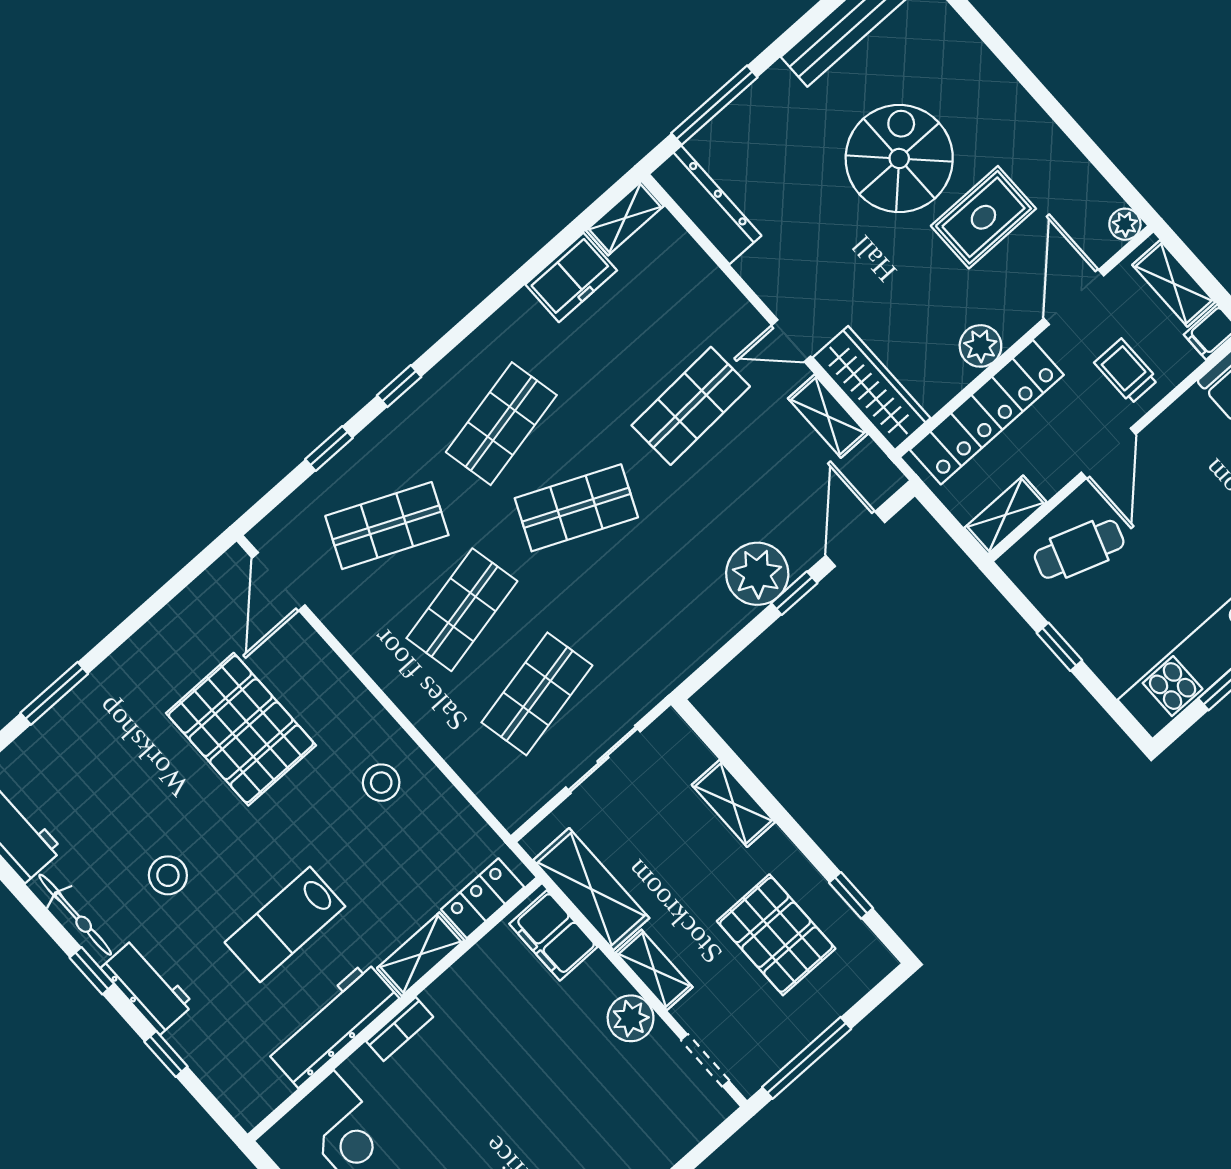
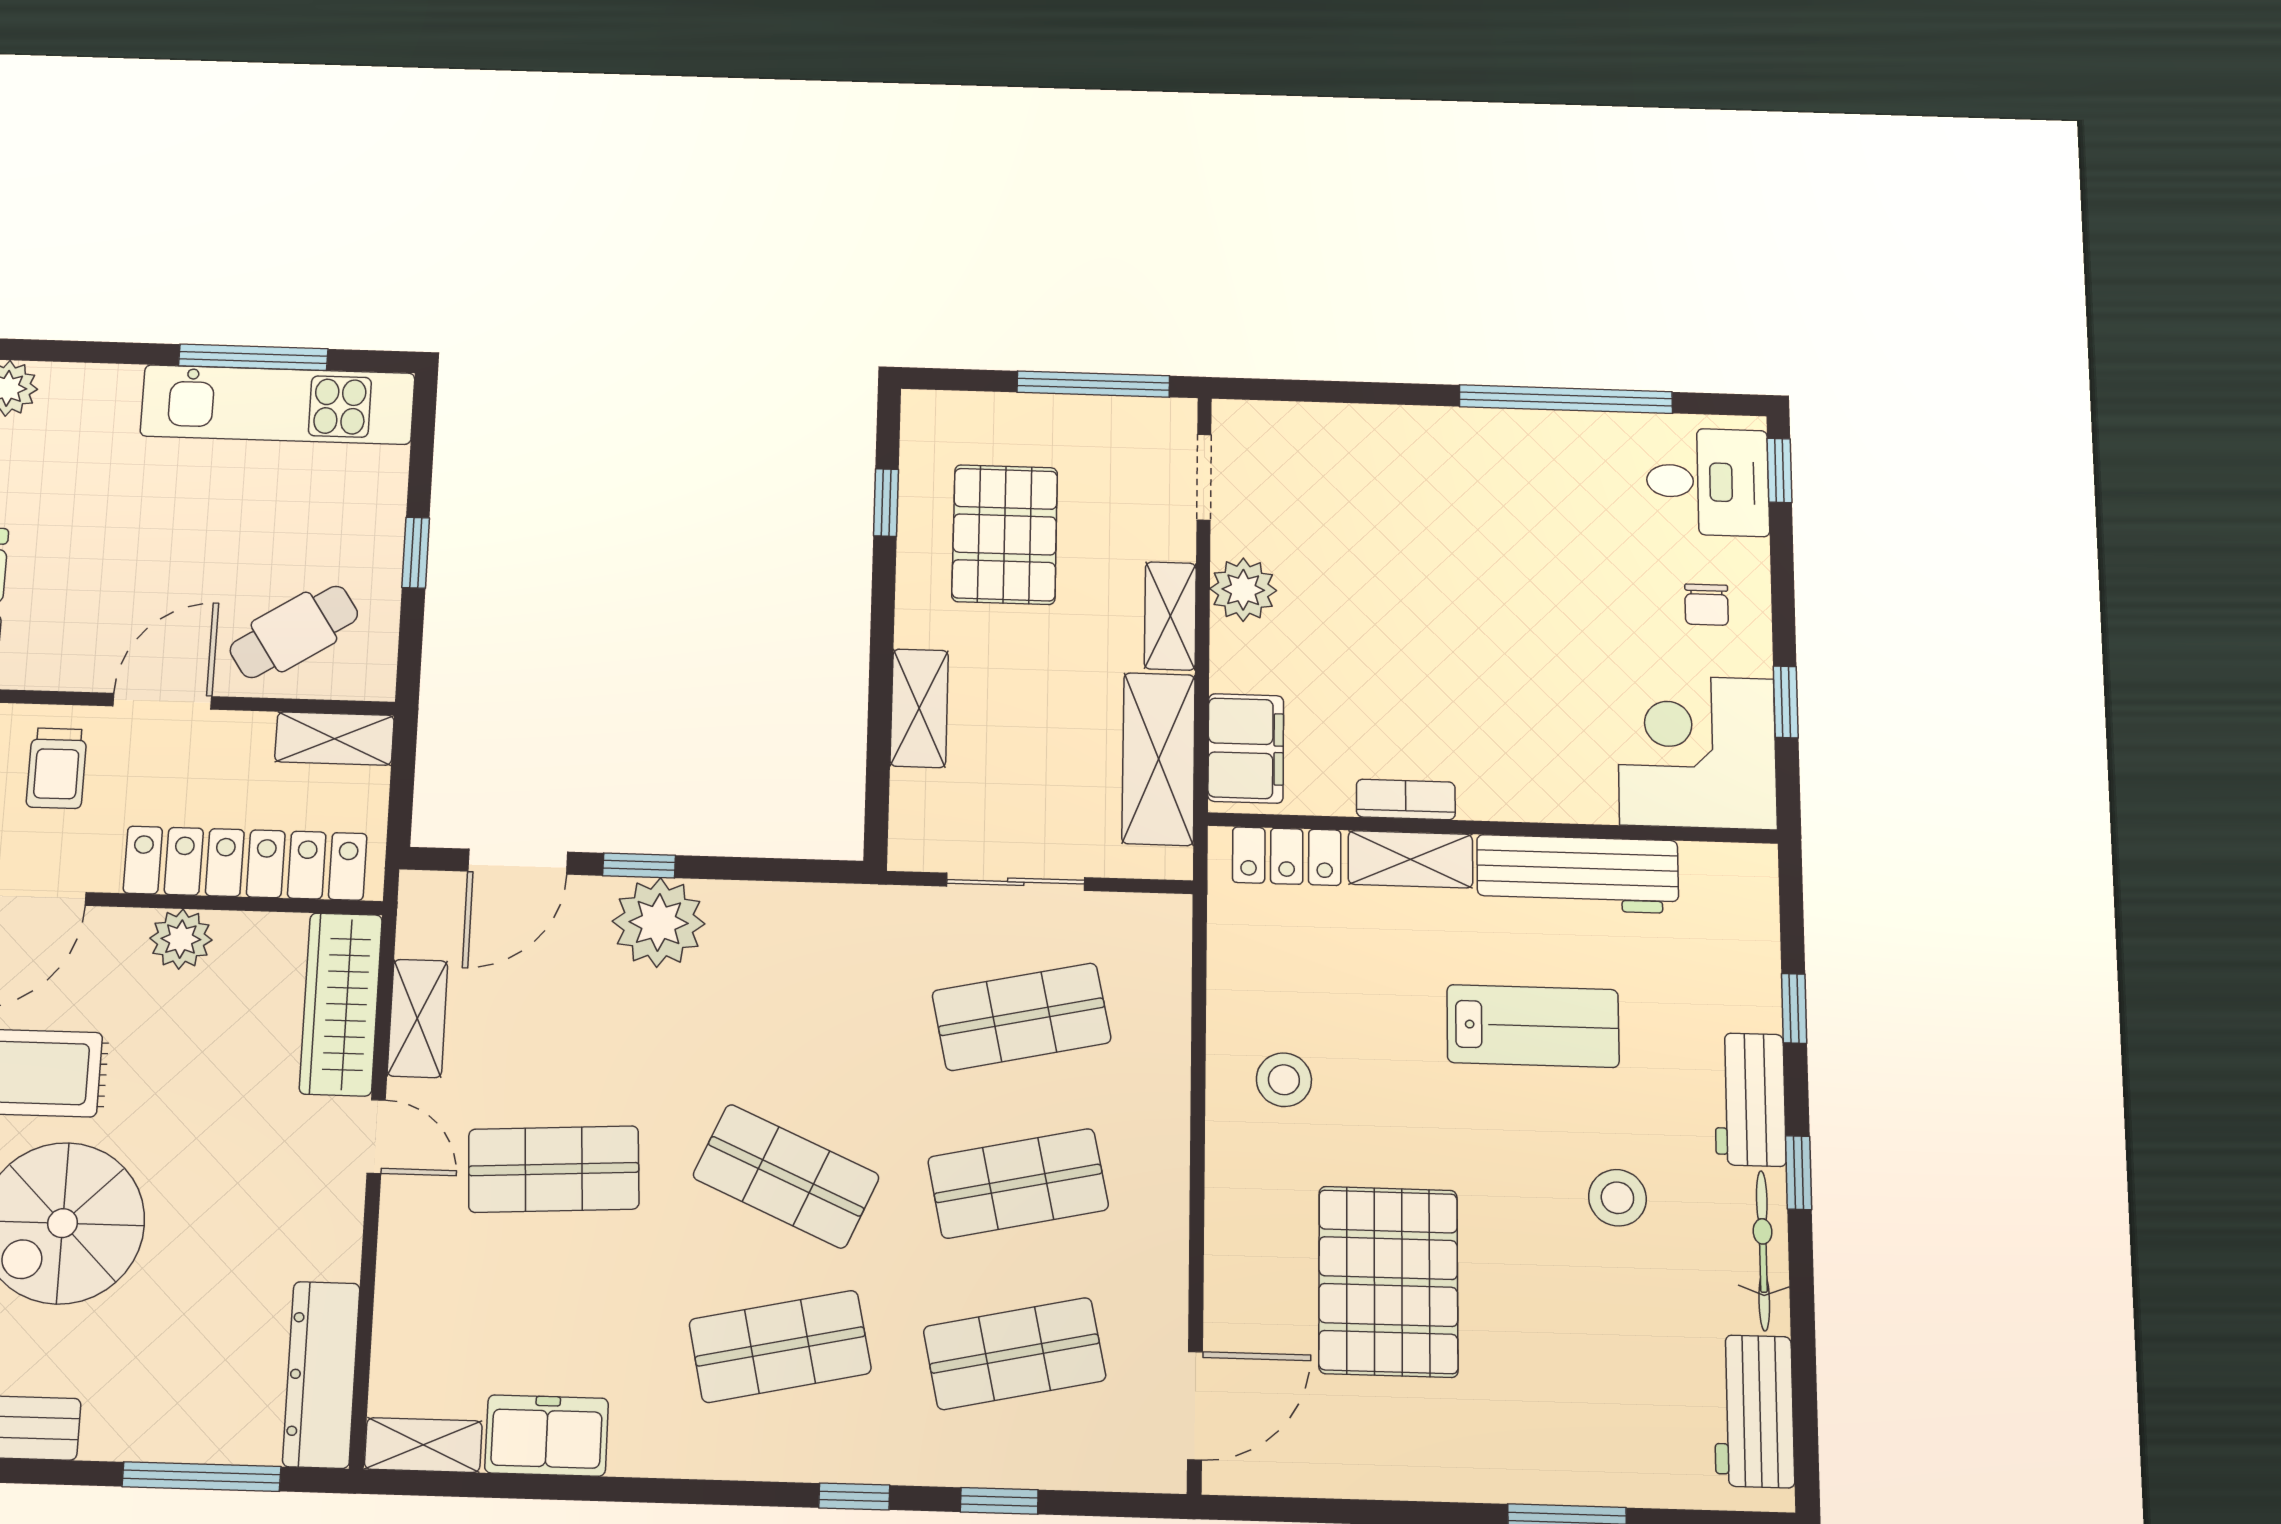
shop shelf: (387, 526) -> (1015, 1354), turned -36
cafe table: (1079, 549) -> (294, 632), turned -52
bookcase: (400, 1029) -> (1406, 799), moved

